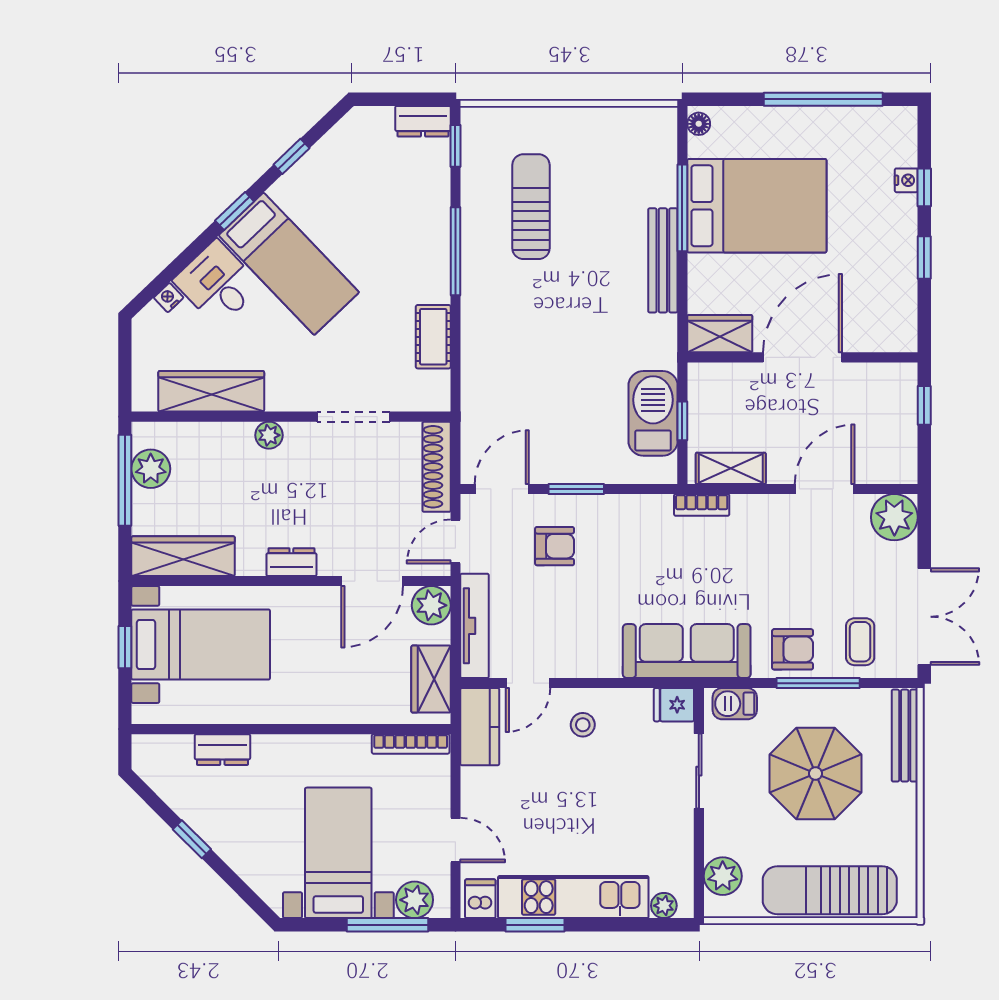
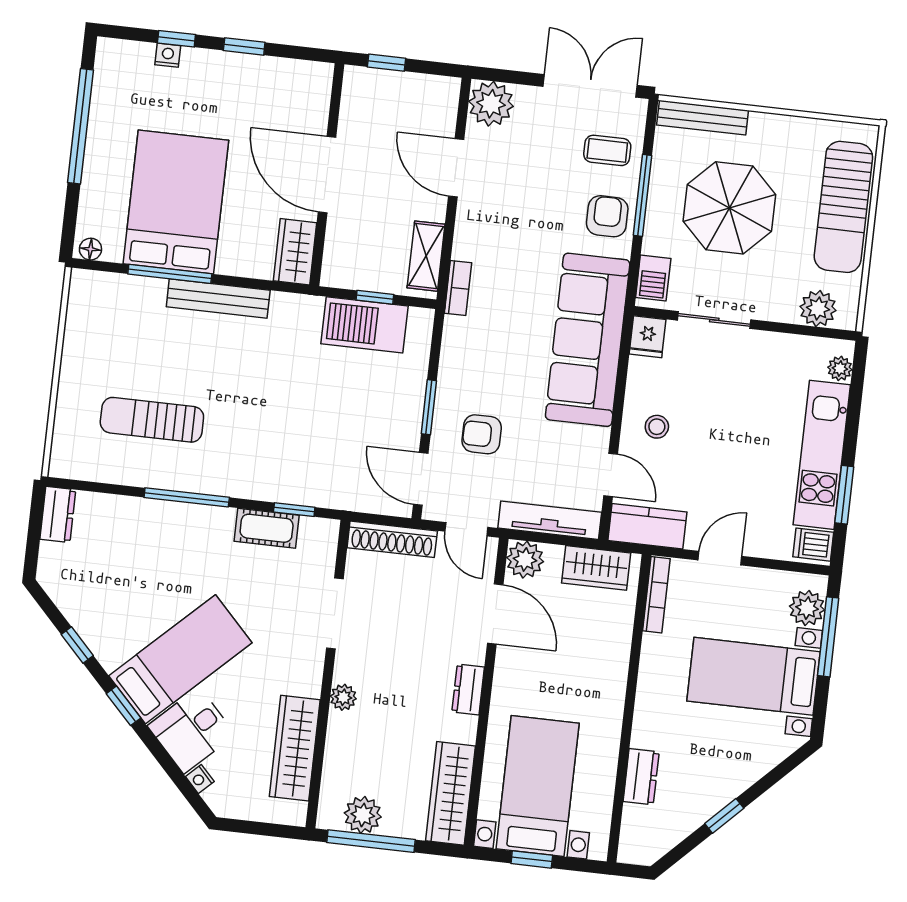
window: (455, 146) -> (294, 510), moved
armchair: (555, 546) -> (482, 434), turned -90
sofa: (687, 651) -> (588, 340), width x1.36, depth x1.27
door: (455, 840) -> (720, 558), moved

